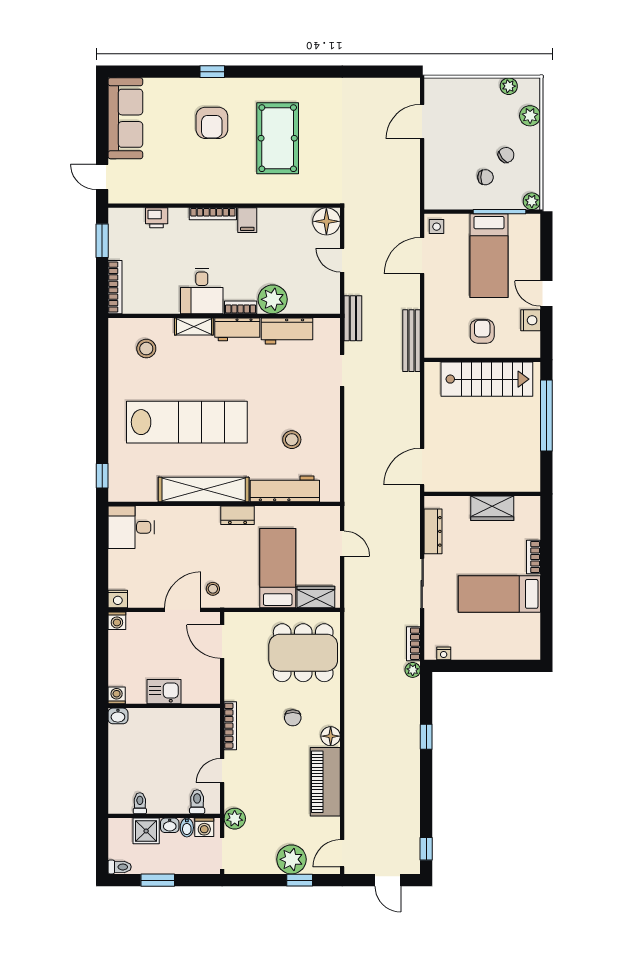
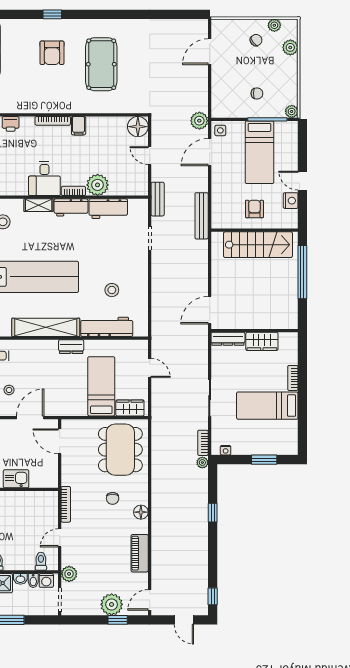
chair: (506, 155) -> (256, 40), moved
plant: (409, 214) -> (199, 121), added
dresser: (433, 531) -> (228, 339), moved, turned 90
stool: (213, 589) -> (9, 390), moved
dining table: (303, 653) -> (120, 450), turned 90
window: (495, 666) -> (264, 460), added
piano: (325, 782) -> (140, 553), width x0.73, depth x0.75

